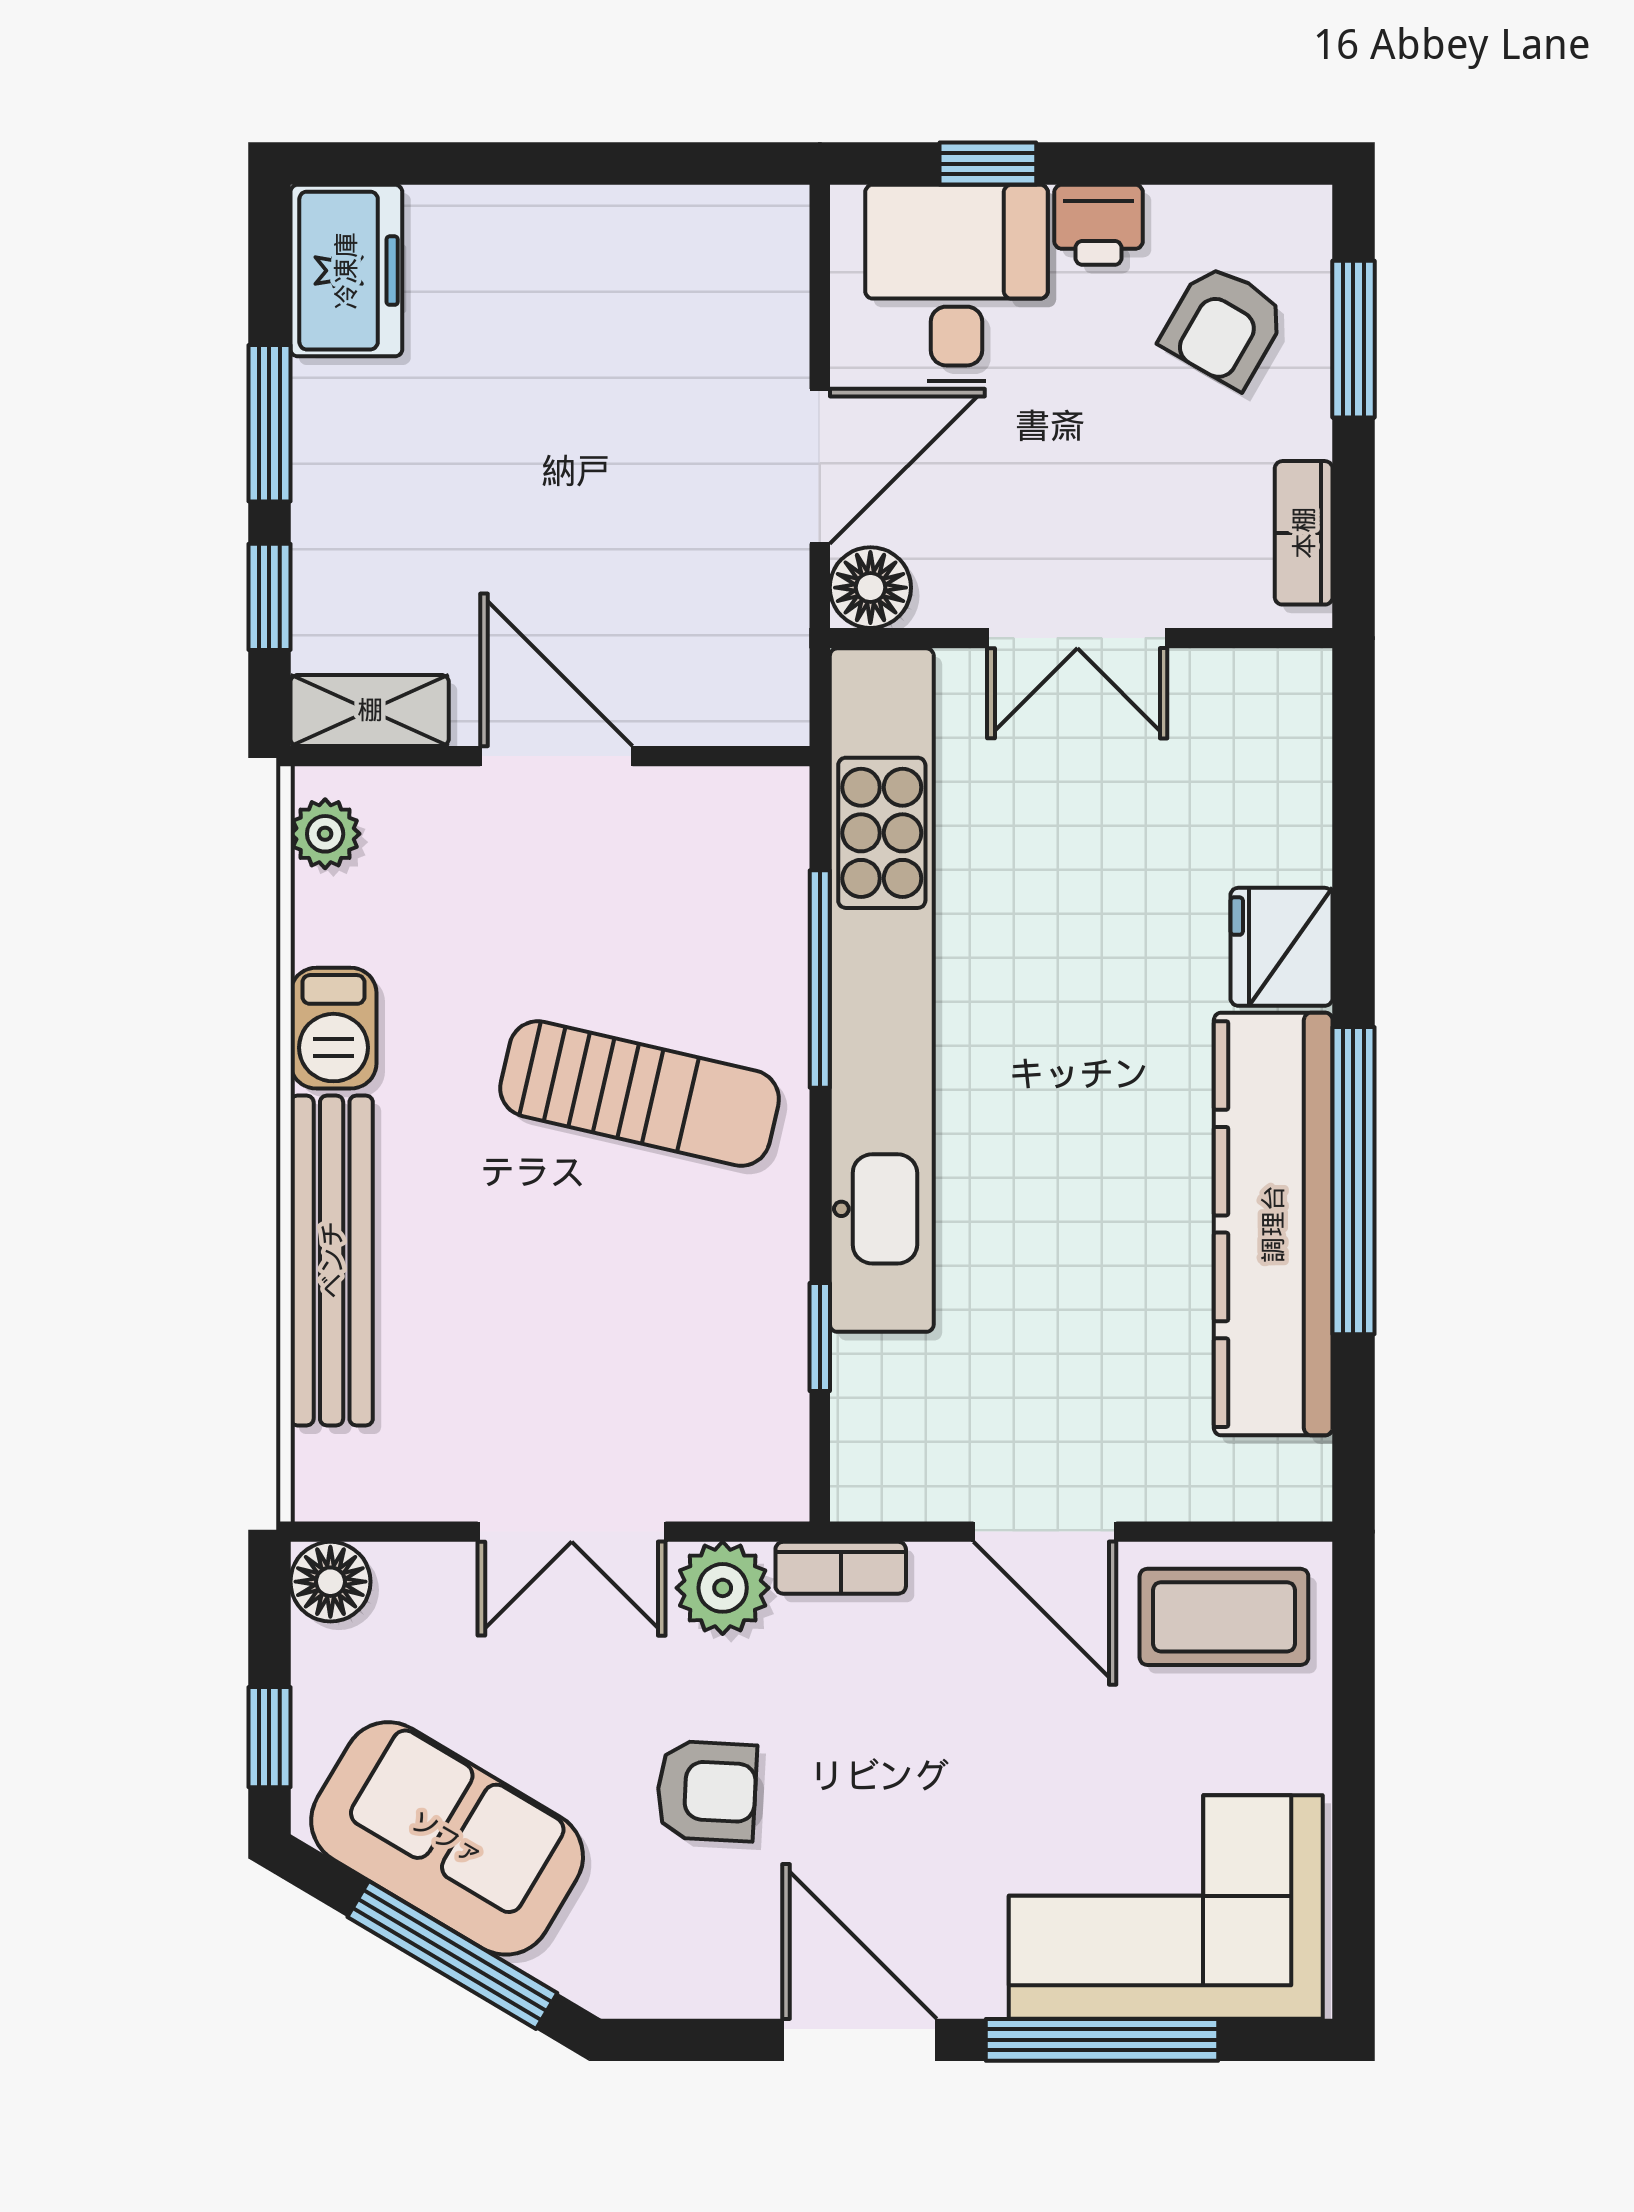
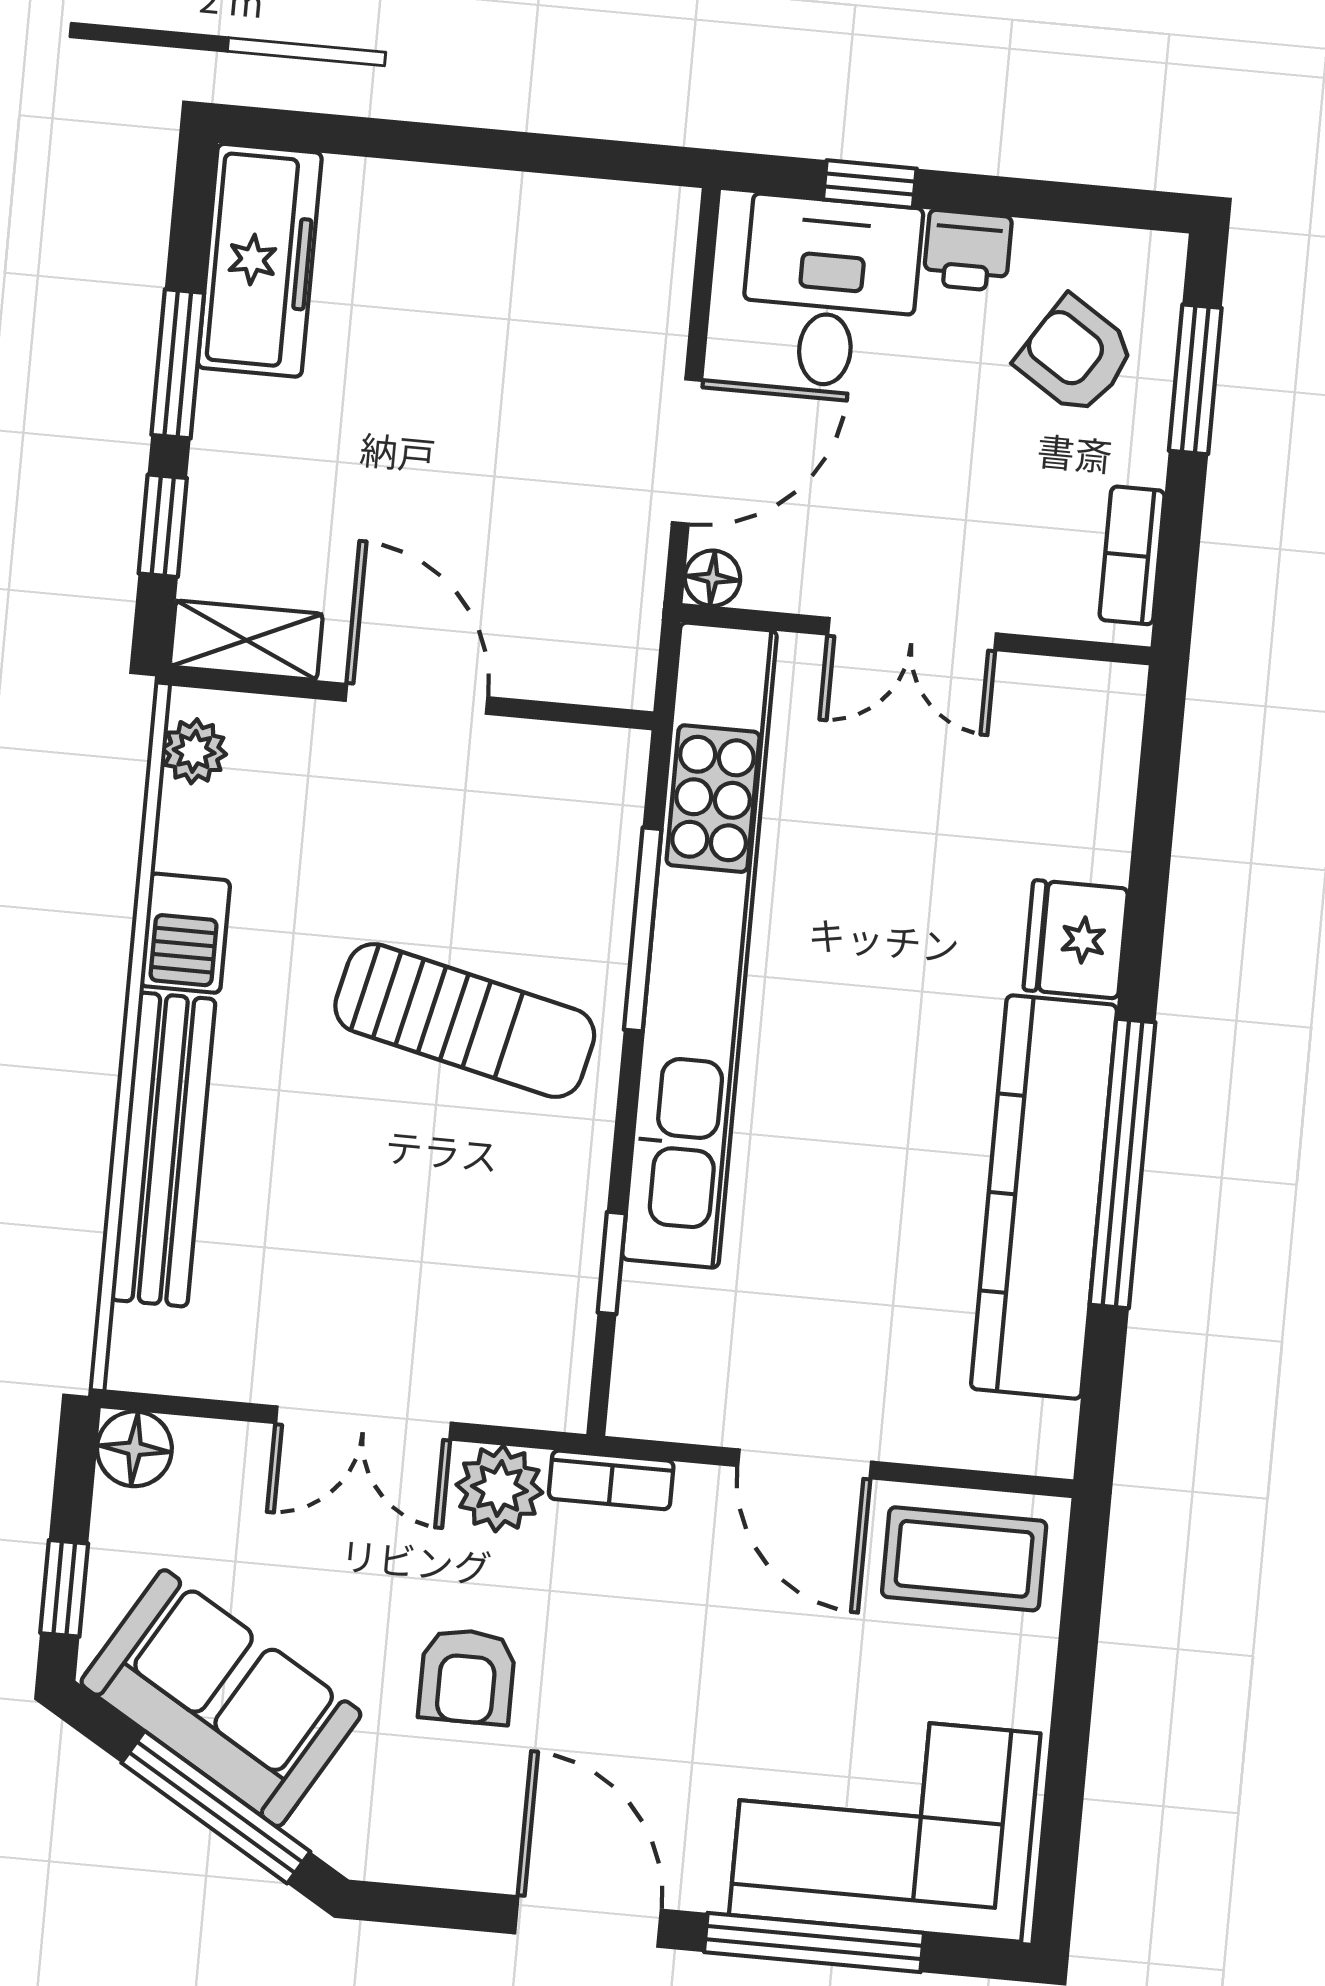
freezer: (346, 271) -> (260, 260), width x1.40
armchair: (1224, 326) -> (1076, 356), turned 93
floor lamp: (870, 588) -> (713, 578), width x0.73, depth x0.73
armchair: (707, 1791) -> (467, 1676), turned 87

